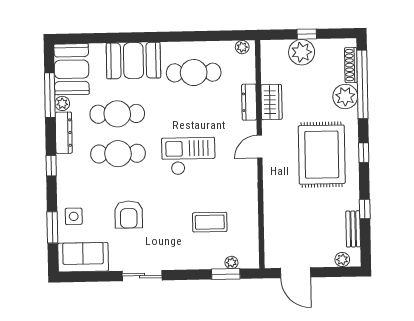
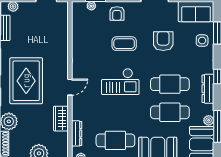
dresser: (249, 102) -> (77, 133), moved
dresser: (64, 133) -> (208, 89), moved
coffee table: (210, 222) -> (124, 44), moved
armchair: (195, 252) -> (117, 13), added

